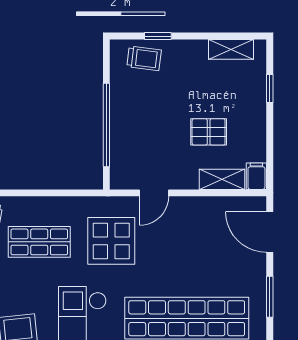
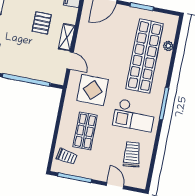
shelving: (222, 179) -> (67, 37), moved

